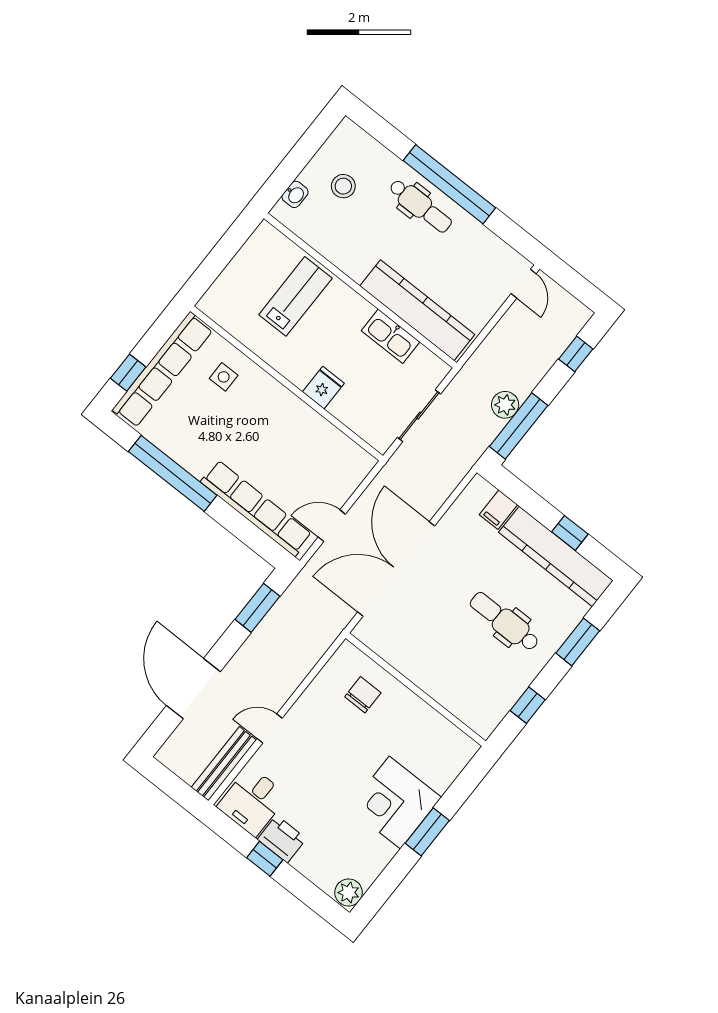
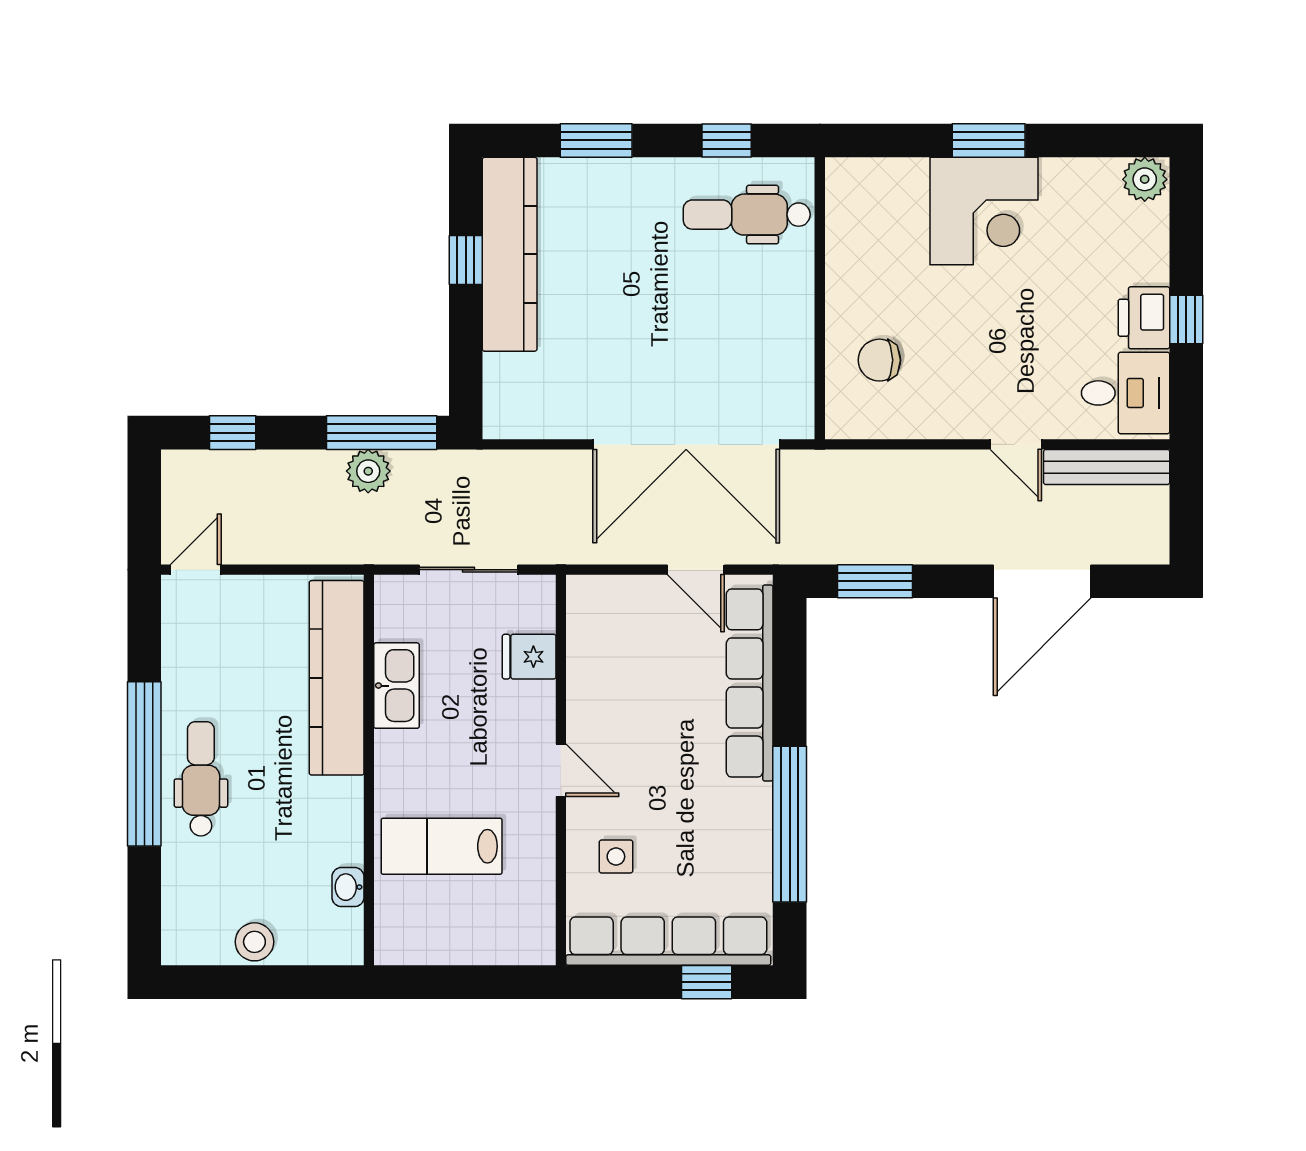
stool: (343, 186) -> (254, 942), moved
washbasin: (295, 194) -> (348, 887), moved, turned -90
door: (286, 383) -> (561, 770), added
fridge: (323, 388) -> (529, 657), moved
filing cabinet: (498, 510) -> (508, 374), removed
dental chair: (505, 622) -> (747, 215), moved, turned 90

